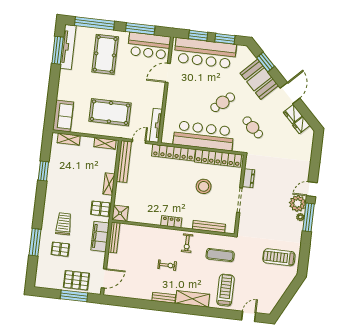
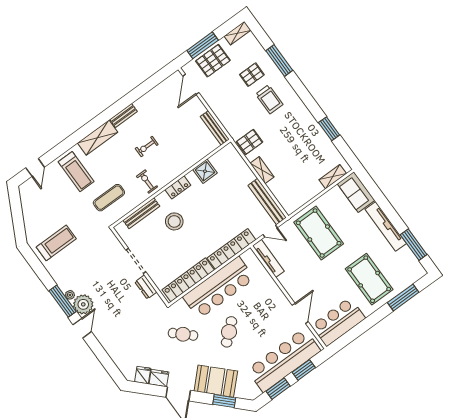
window: (94, 23) -> (403, 297), width x0.68
window: (140, 29) -> (359, 330), removed
tv unit: (68, 47) -> (386, 226), moved
pool table: (110, 112) -> (319, 233), turned 90
door: (139, 141) -> (270, 231), hinge flipped
shelving: (105, 143) -> (237, 33), moved
stool: (204, 186) -> (174, 221), moved
shower: (120, 213) -> (205, 171), moved
filing cabinet: (100, 237) -> (228, 117), removed

